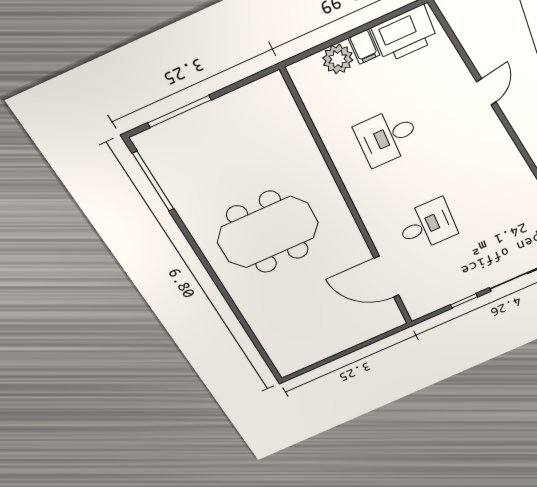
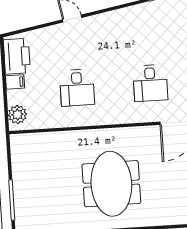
plant: (338, 59) -> (17, 115), moved
desk: (427, 225) -> (150, 83), turned 180

